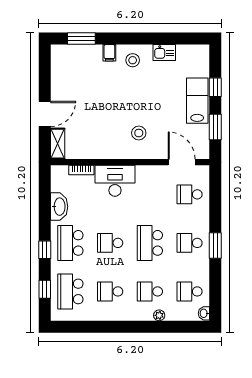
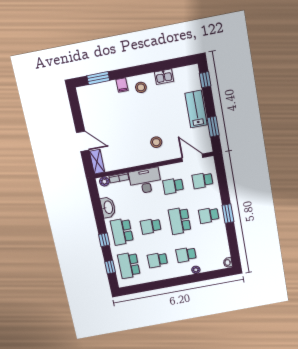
window: (215, 87) -> (205, 80), moved
door: (45, 114) -> (83, 141), hinge flipped
plant: (62, 171) -> (104, 181), added
school desk: (190, 291) -> (173, 186), moved

